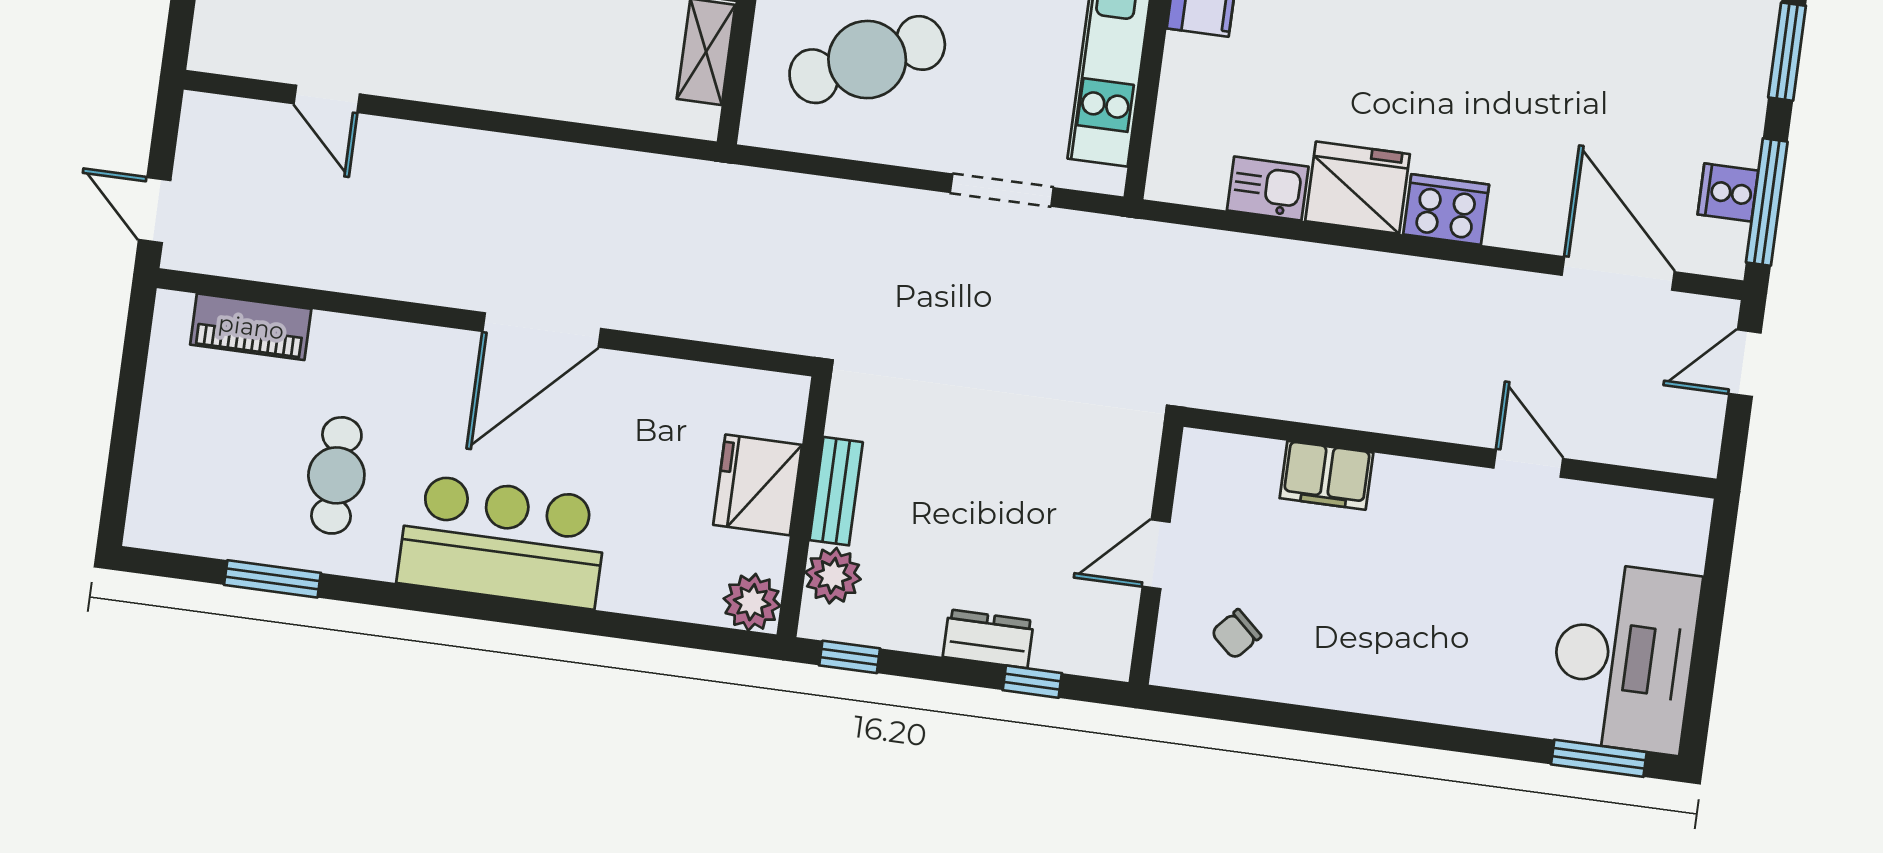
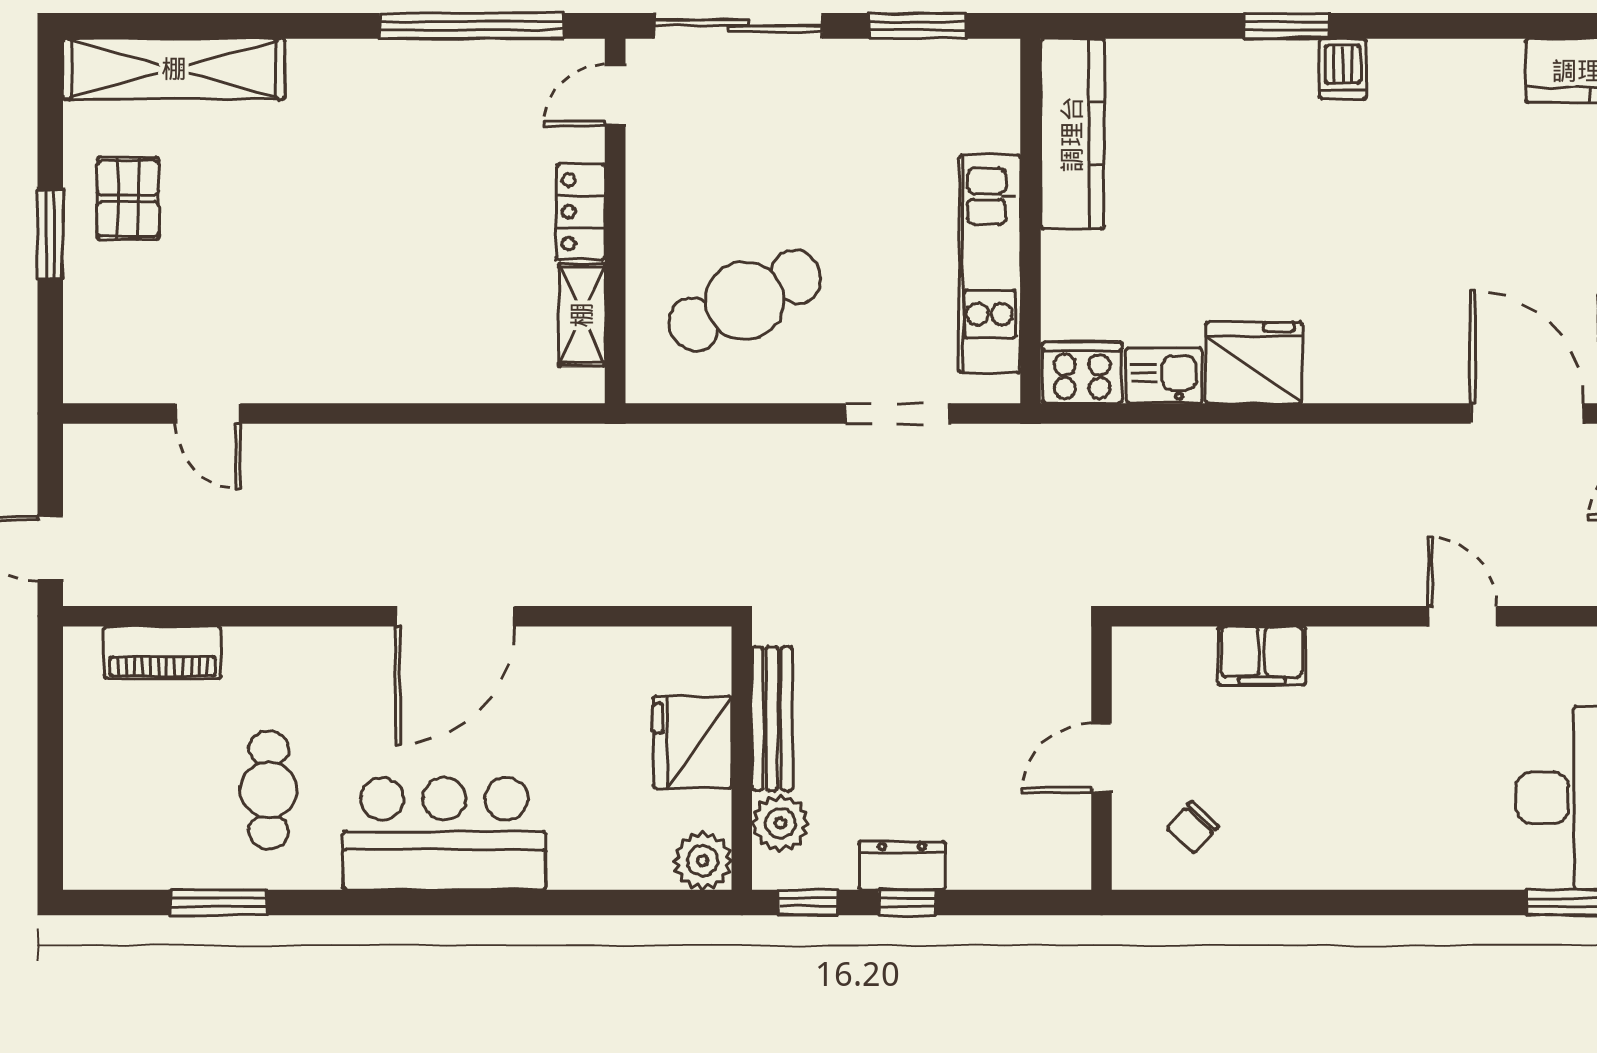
cooker: (1446, 210) -> (1082, 373), moved
bench: (836, 491) -> (772, 719), width x1.36
dresser: (988, 639) -> (902, 865), moved
window: (1032, 682) -> (907, 902), moved

